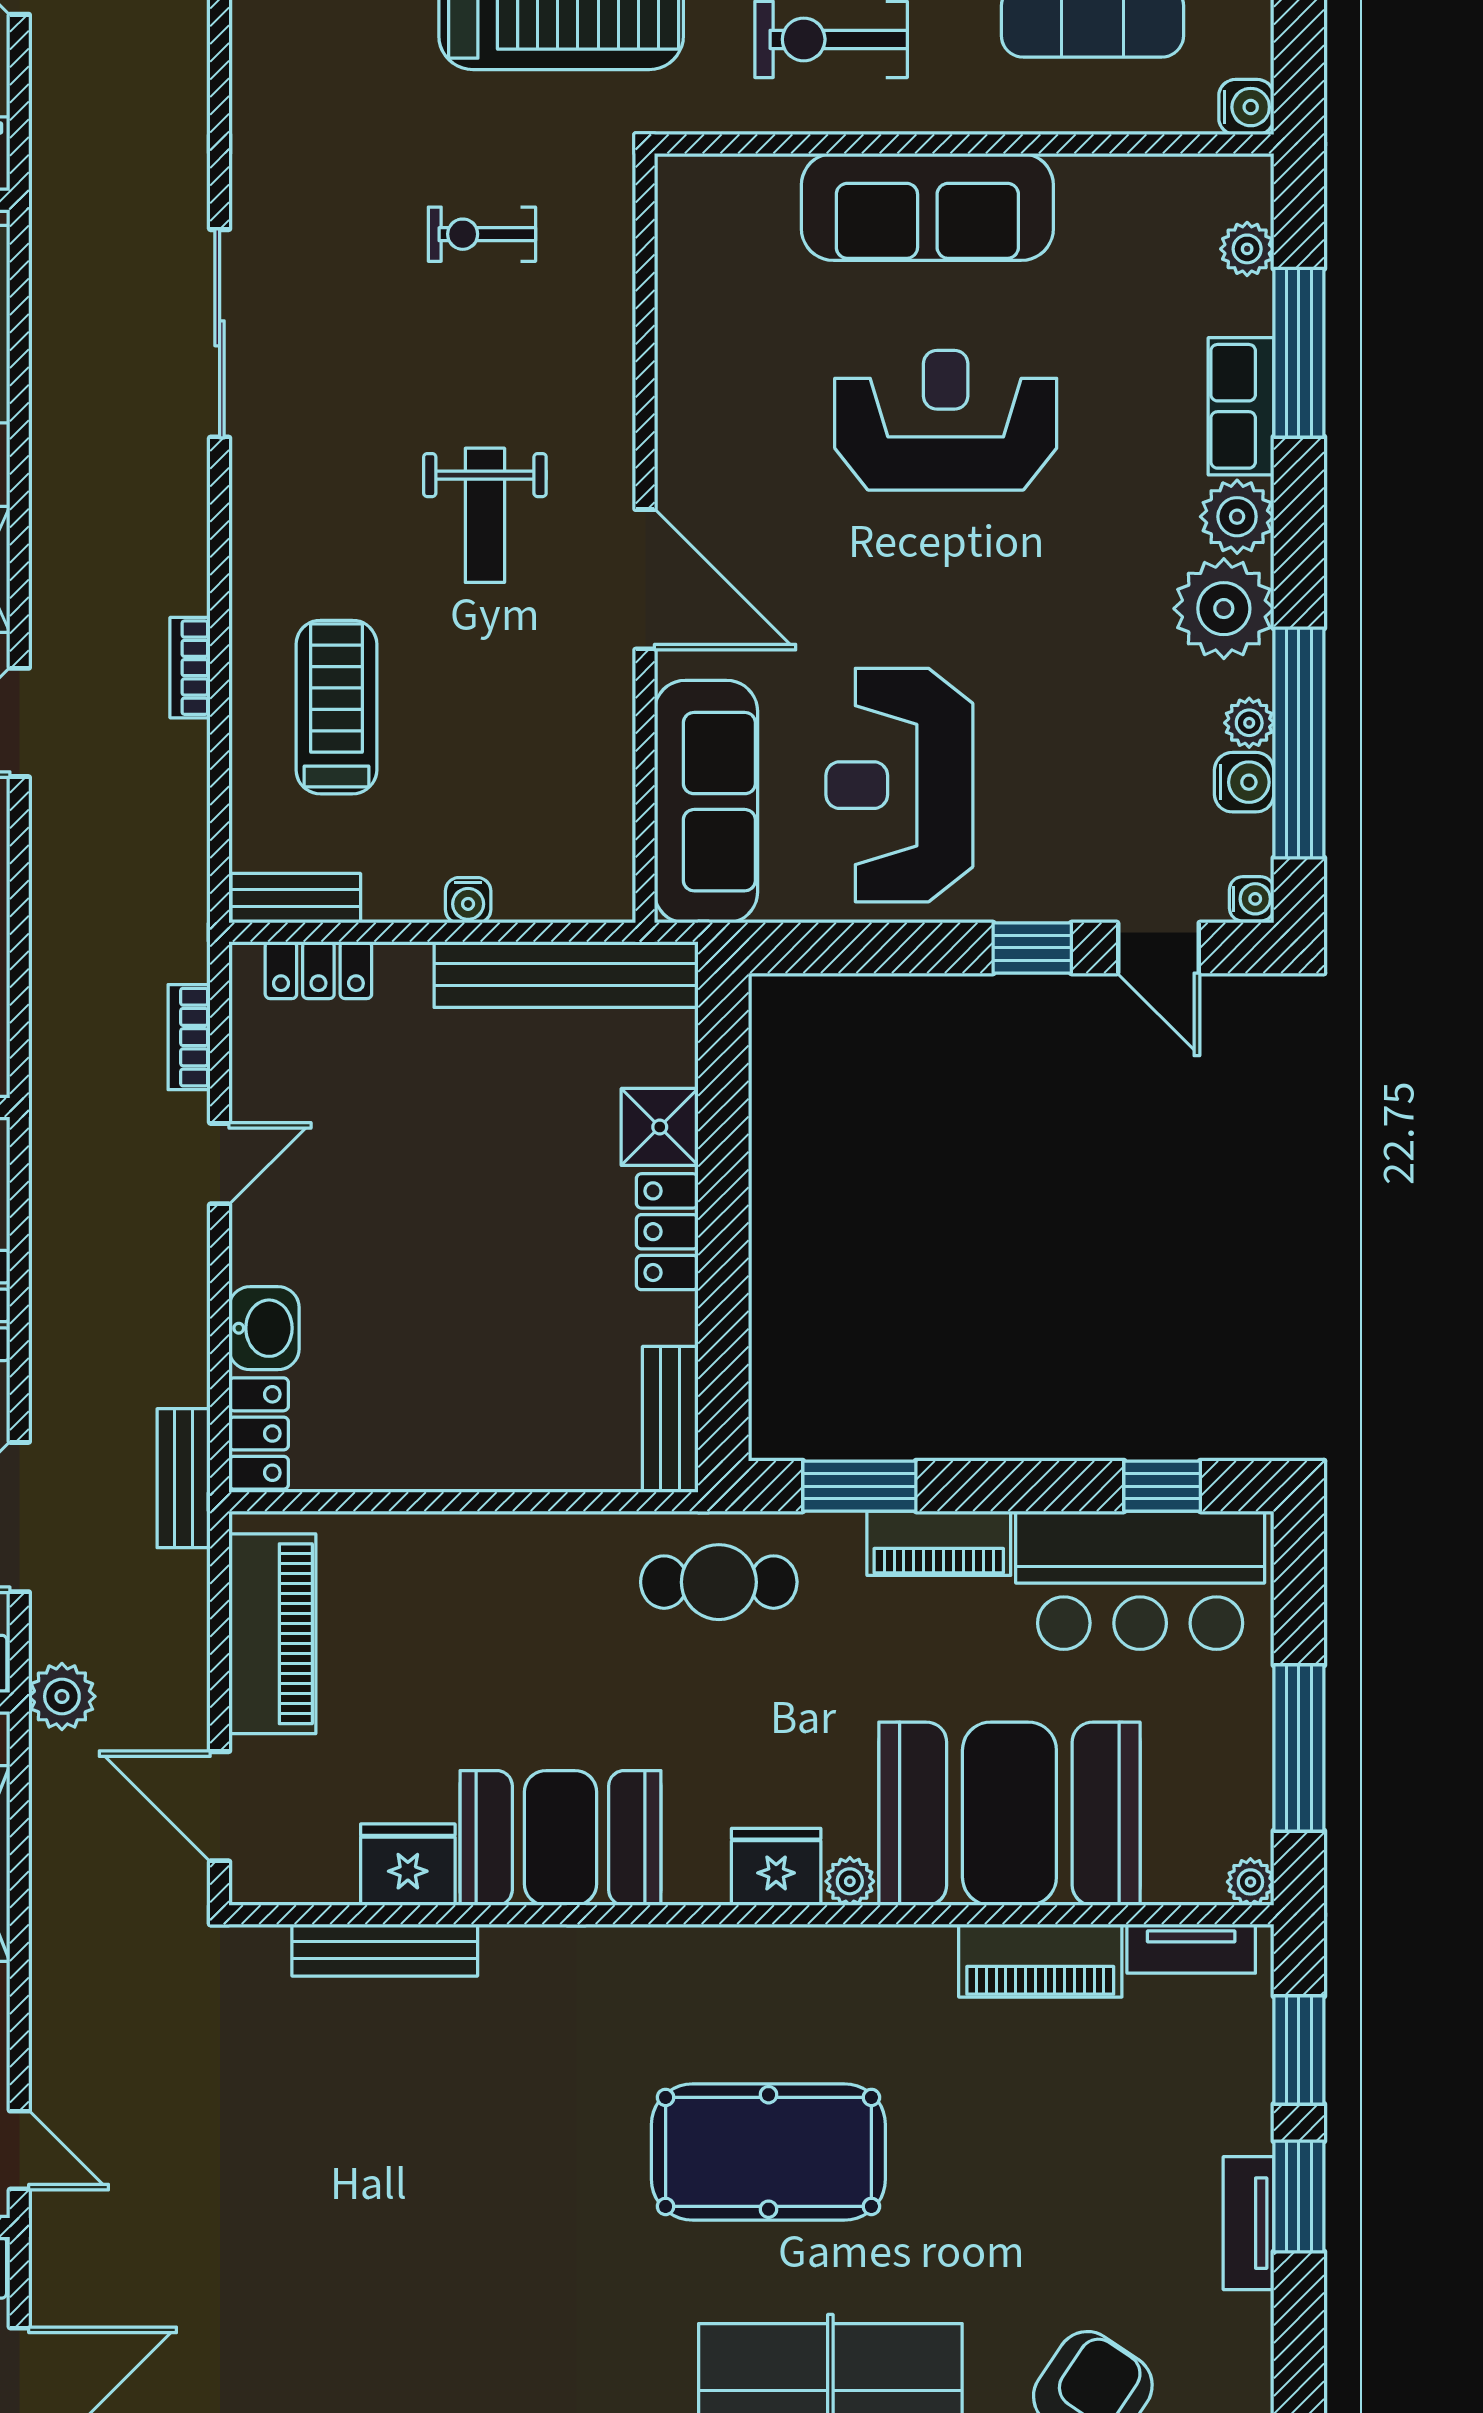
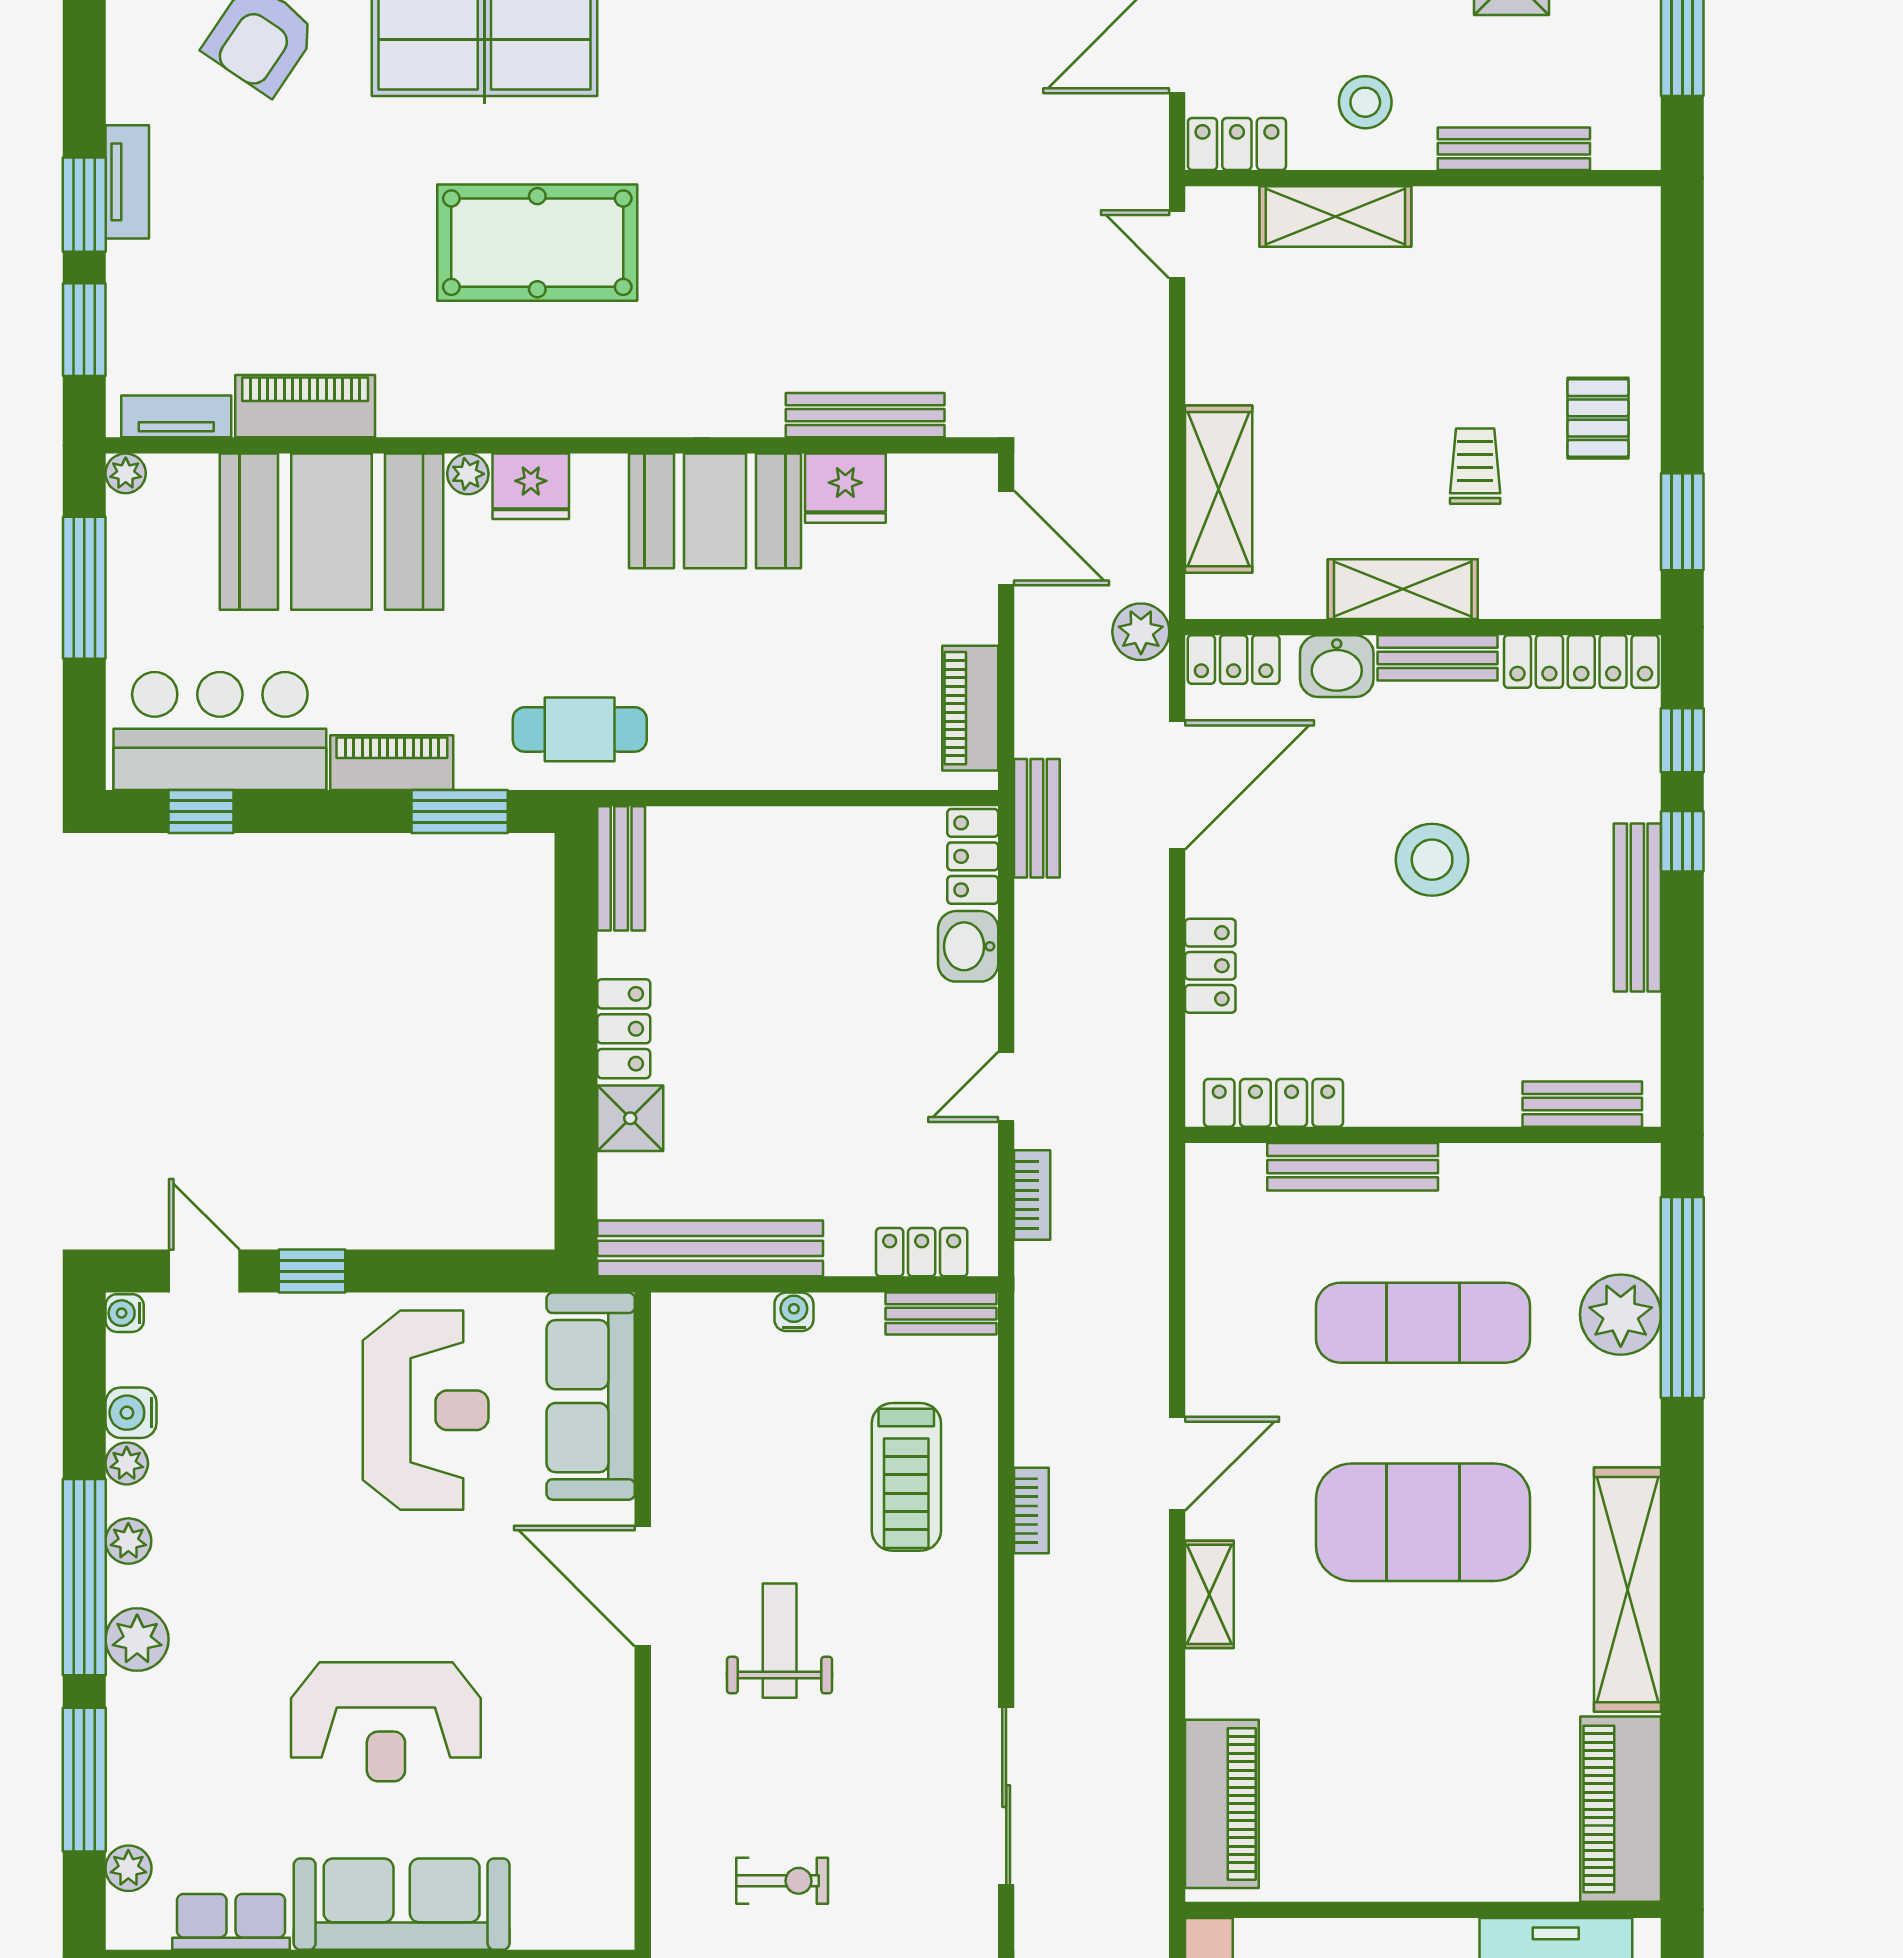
row of seats: (1241, 406) -> (231, 1922), moved, turned -90
plant: (1224, 609) -> (128, 1541), width x0.53, depth x0.53
window: (1299, 743) -> (84, 1577), moved
piano: (272, 1634) -> (970, 708), width x0.73, depth x0.75

